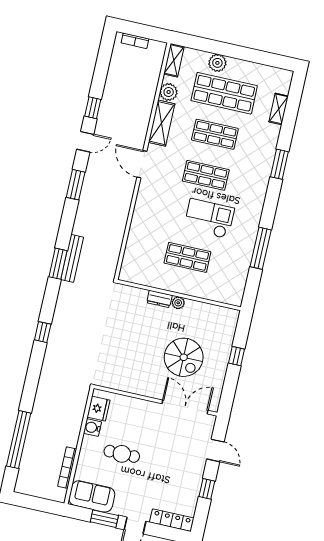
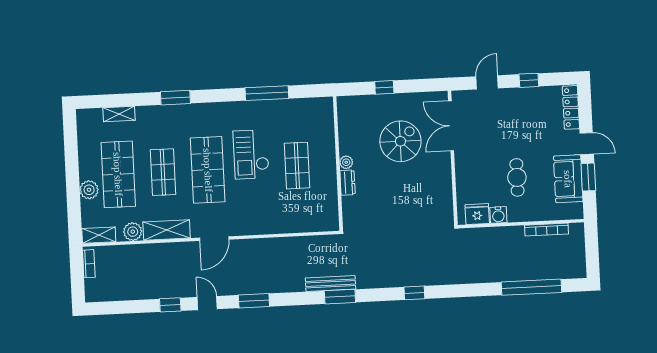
bookcase: (135, 41) -> (89, 264), moved
shop shelf: (206, 175) -> (208, 170), width x1.43, depth x1.36
sofa: (92, 496) -> (568, 179), moved

